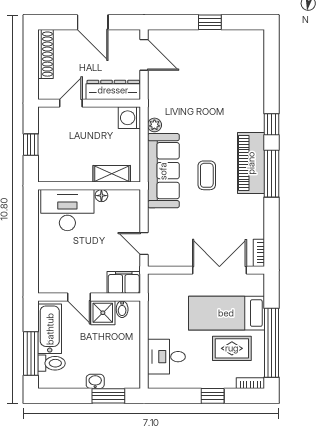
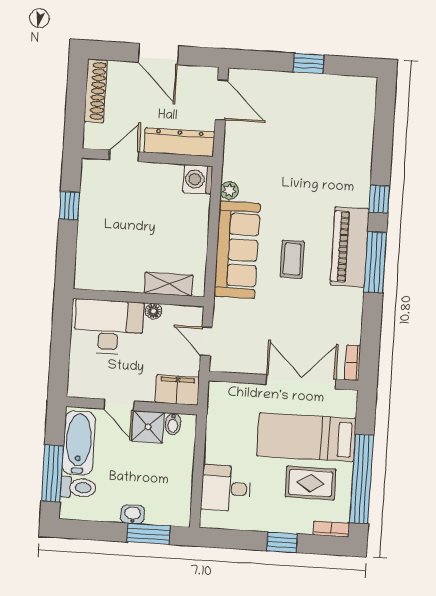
shelving: (112, 174) -> (169, 284), moved
wall: (89, 186) -> (139, 298), moved
floor lamp: (101, 196) -> (153, 311), moved
desk: (67, 210) -> (109, 327), moved

